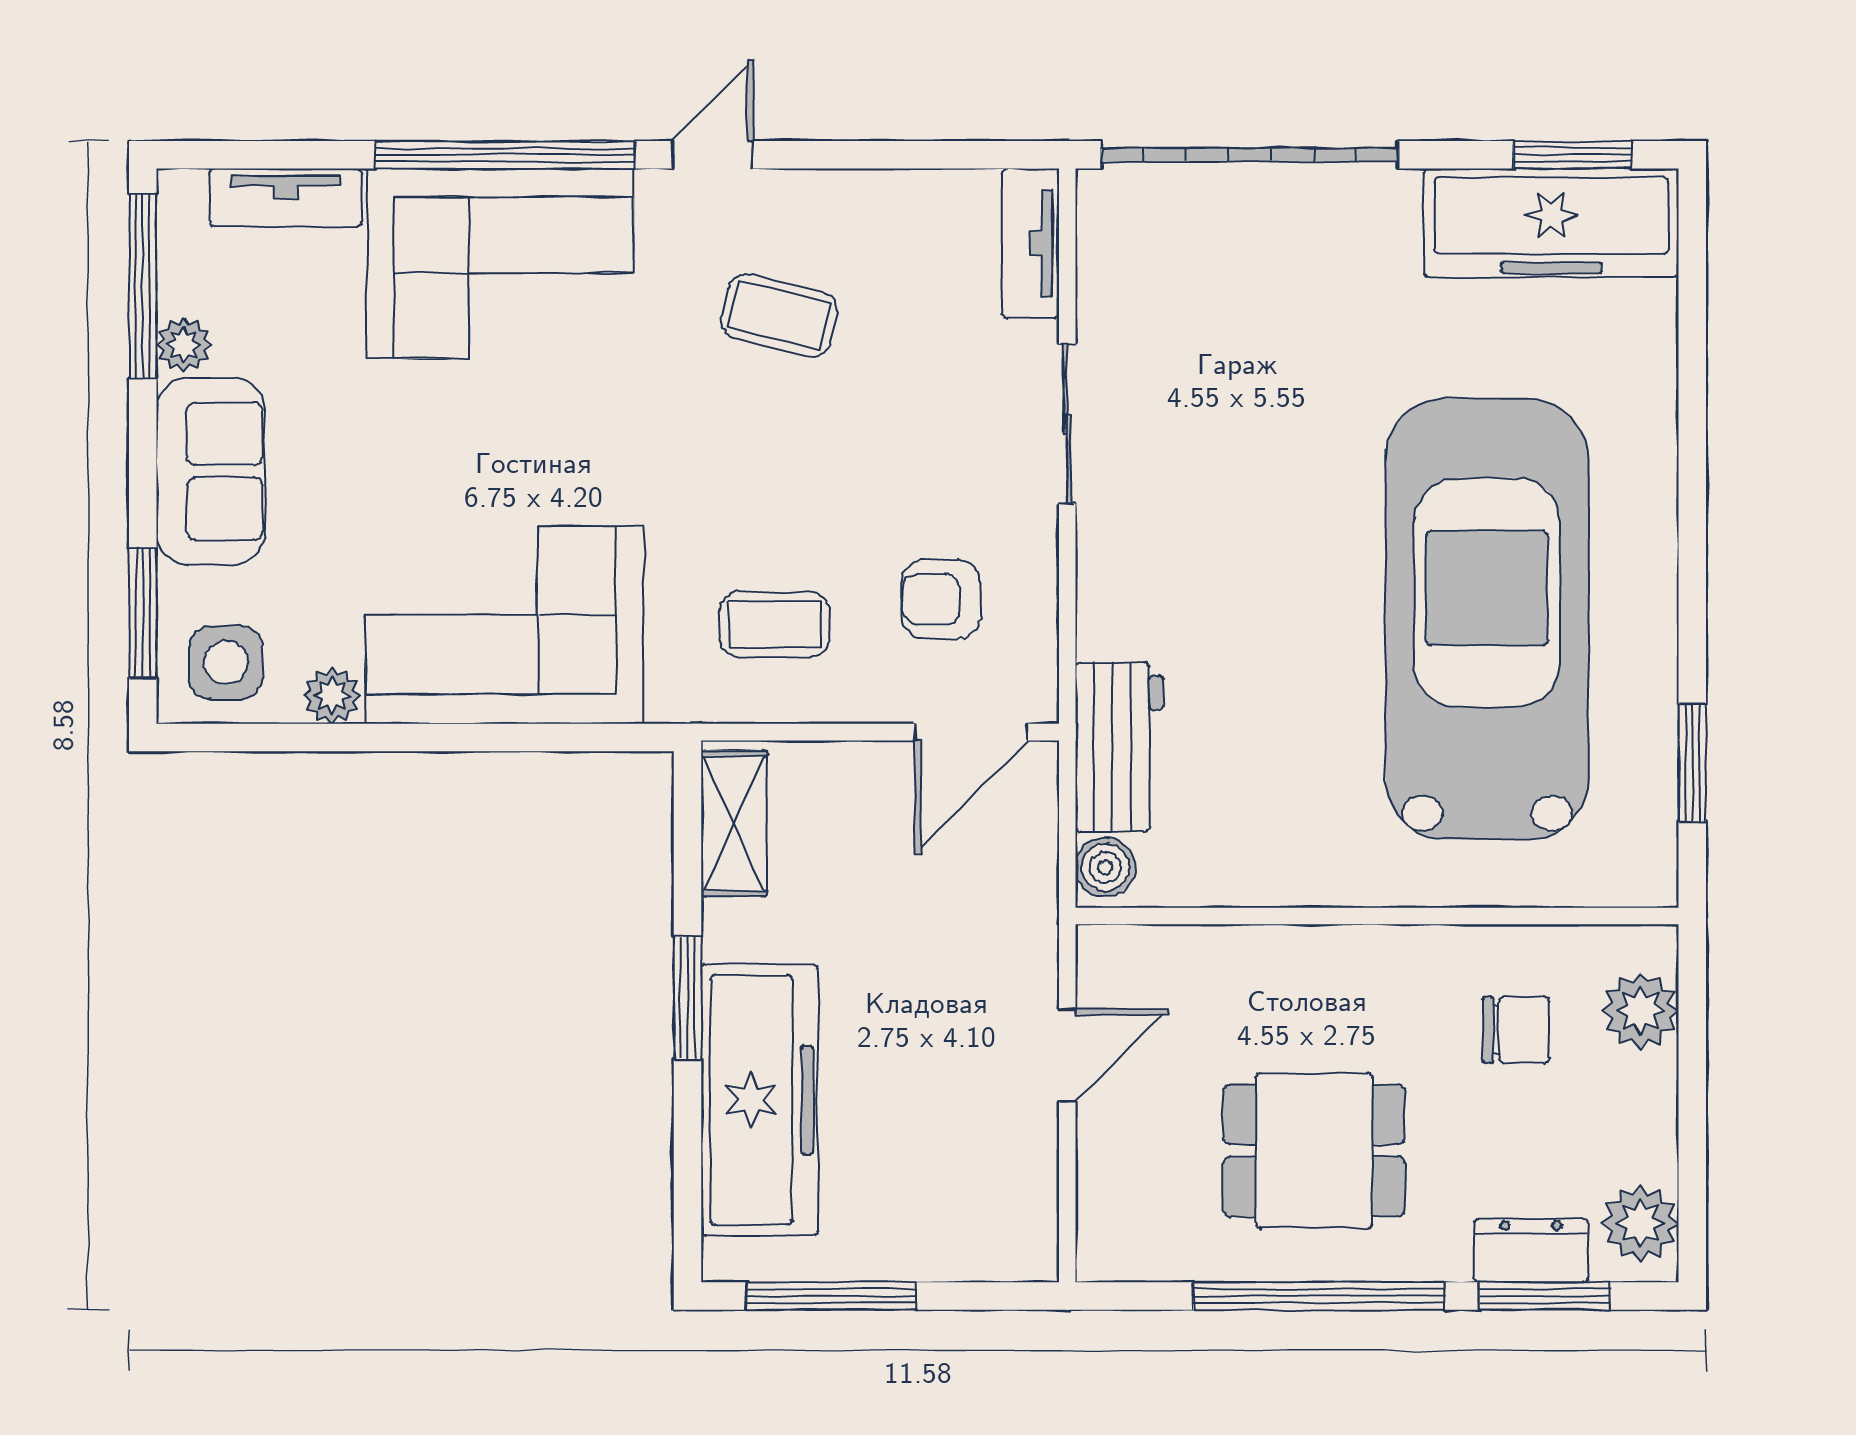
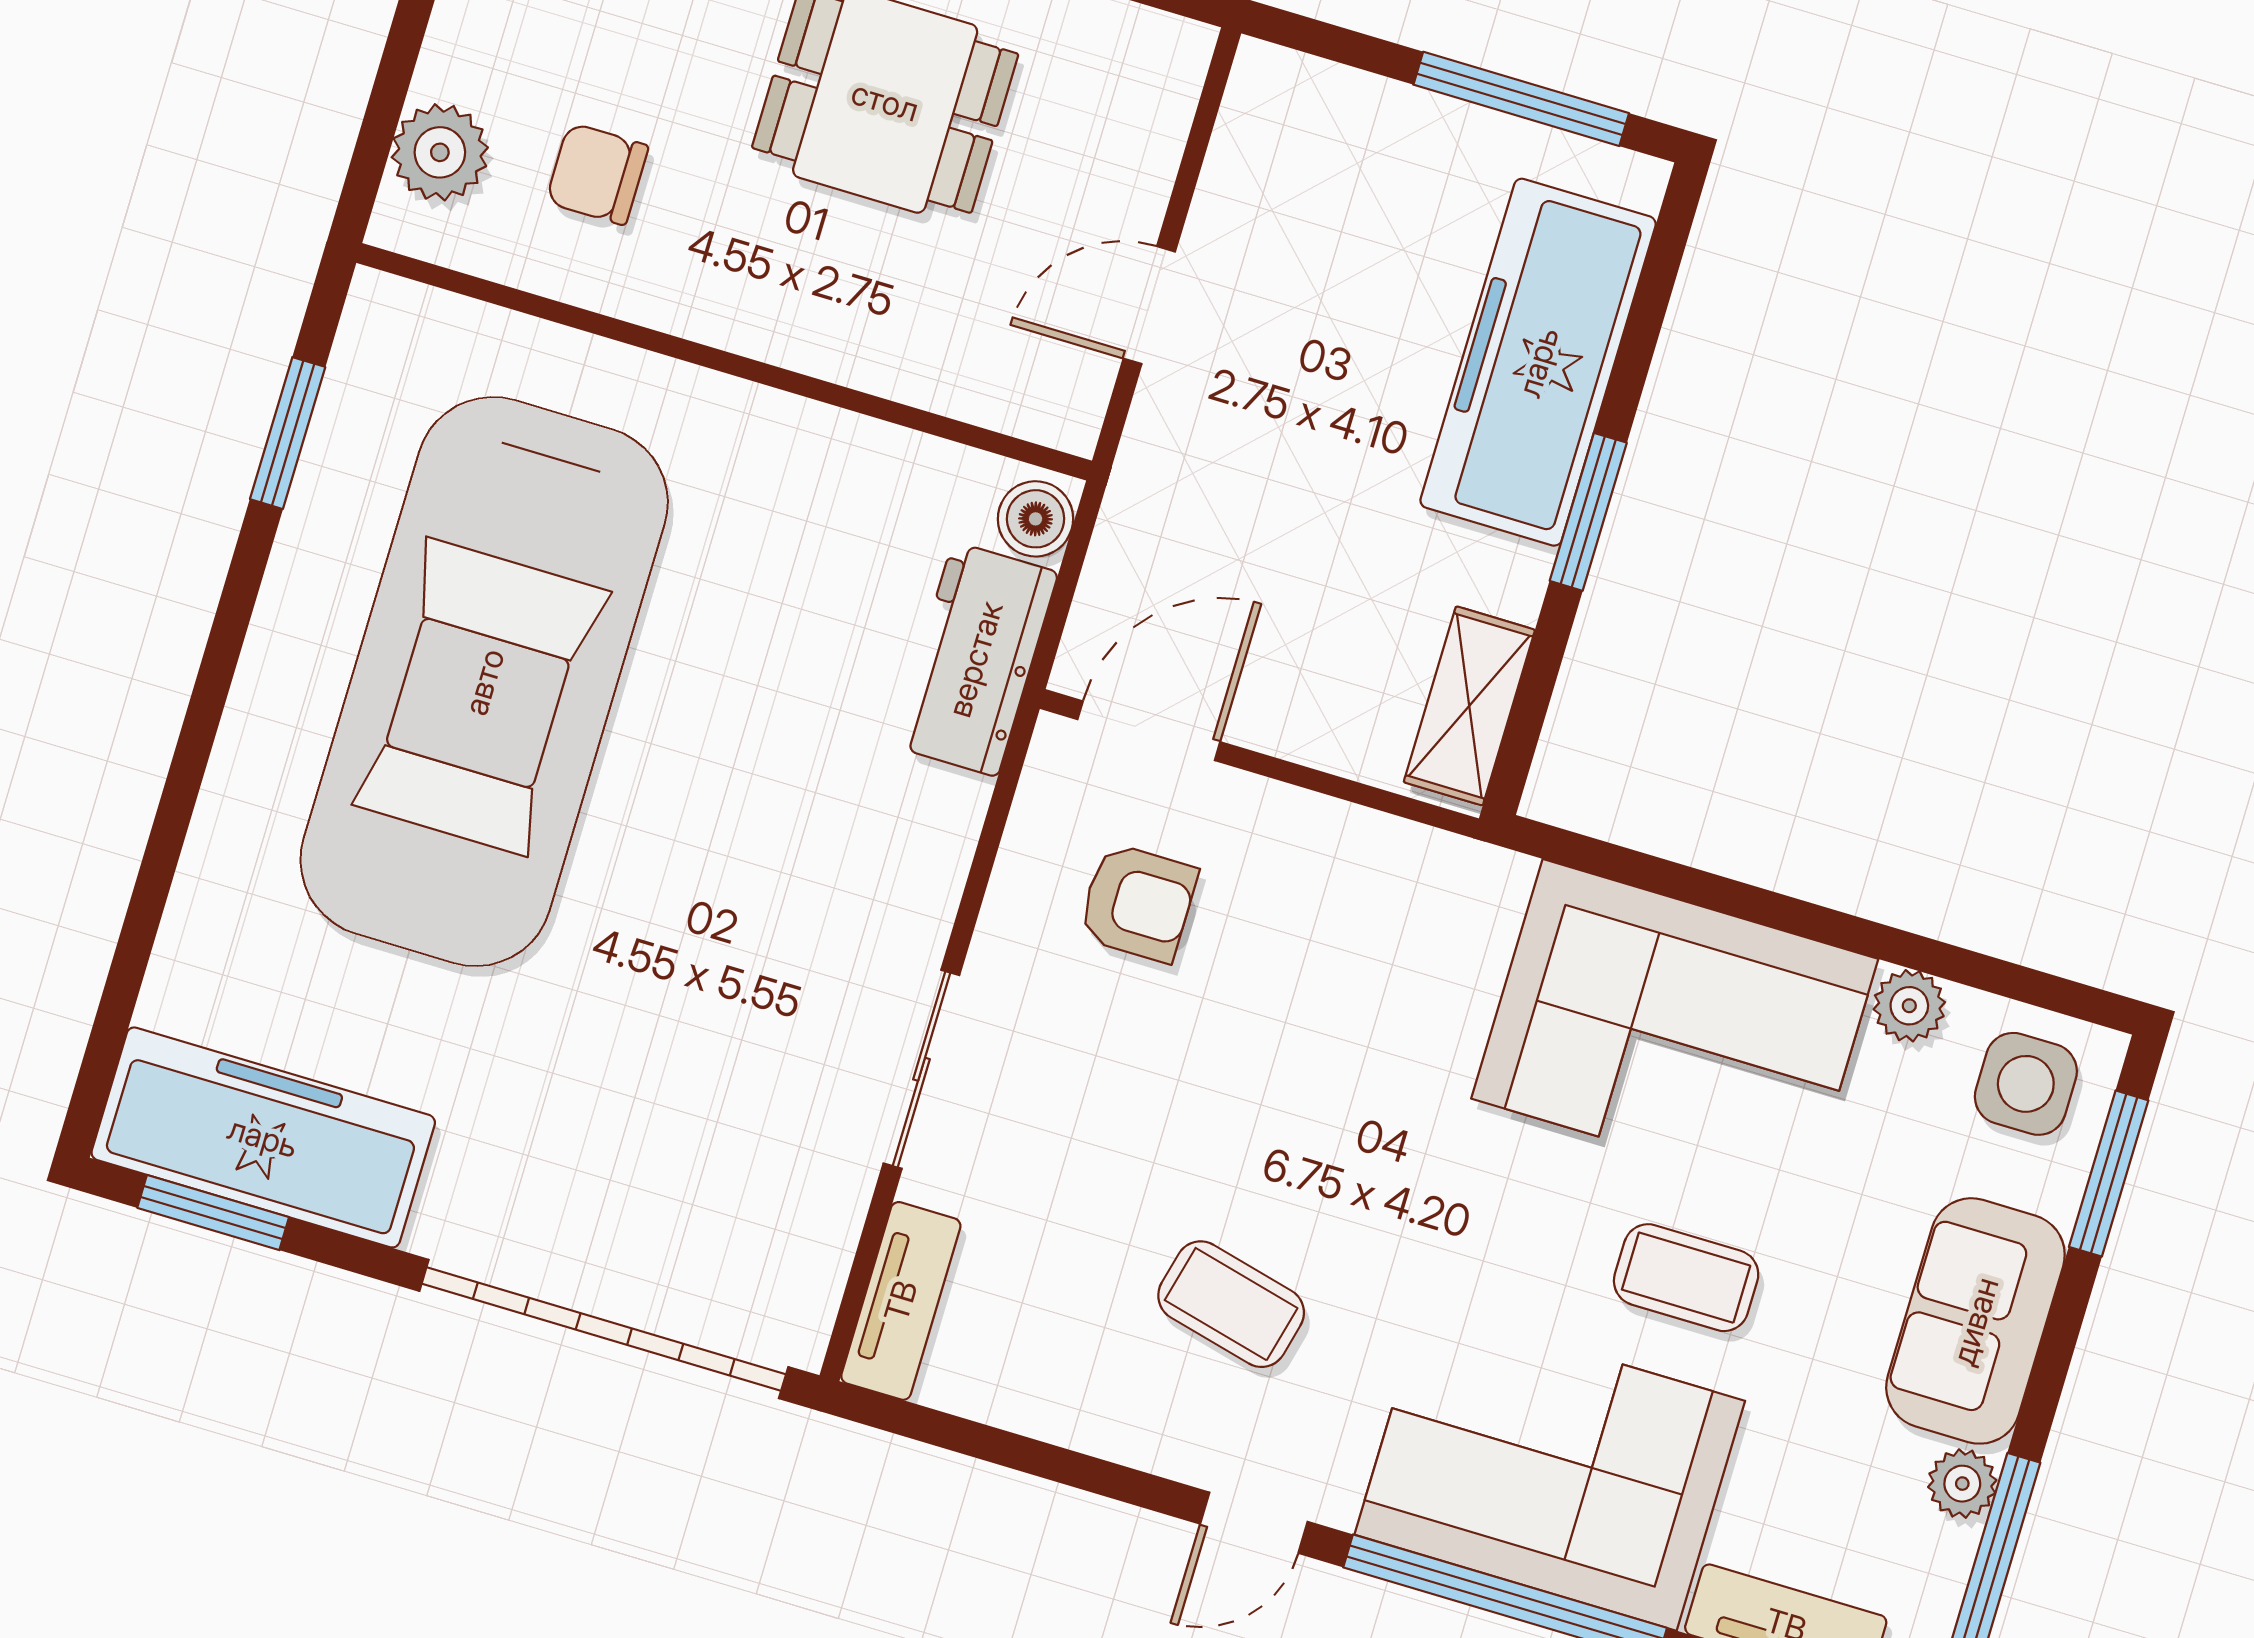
coffee table: (775, 624) -> (1686, 1278), moved

